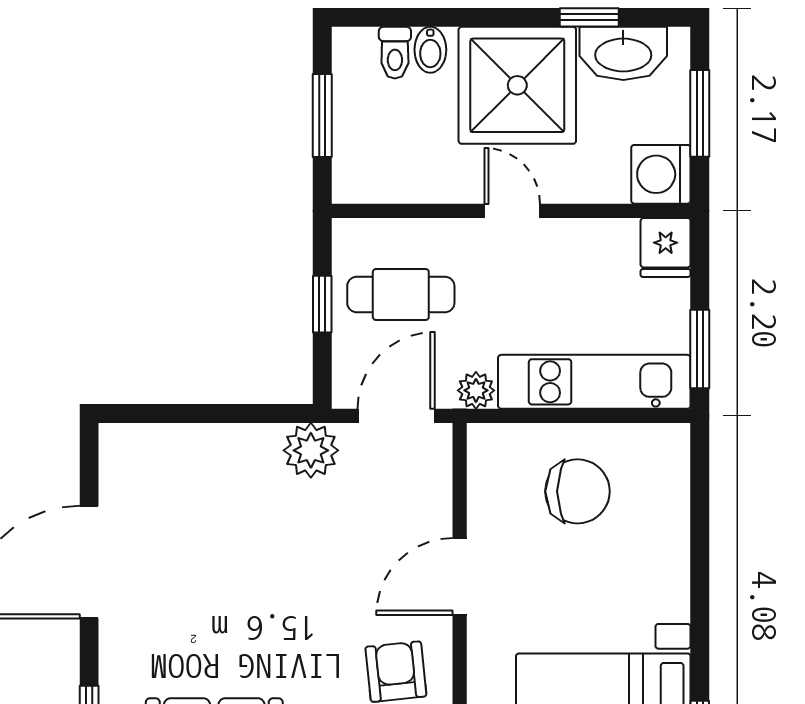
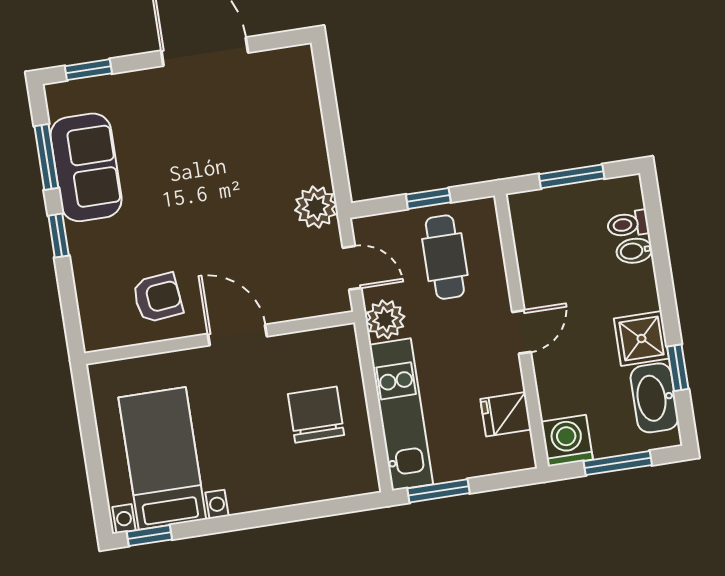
shower: (517, 85) -> (641, 338), width x0.54, depth x0.54
fridge: (666, 247) -> (506, 414), moved
plant: (476, 390) -> (385, 319), width x1.38, depth x1.38
door: (396, 416) -> (352, 268), width x0.73
chair: (577, 491) -> (316, 415), turned 180

